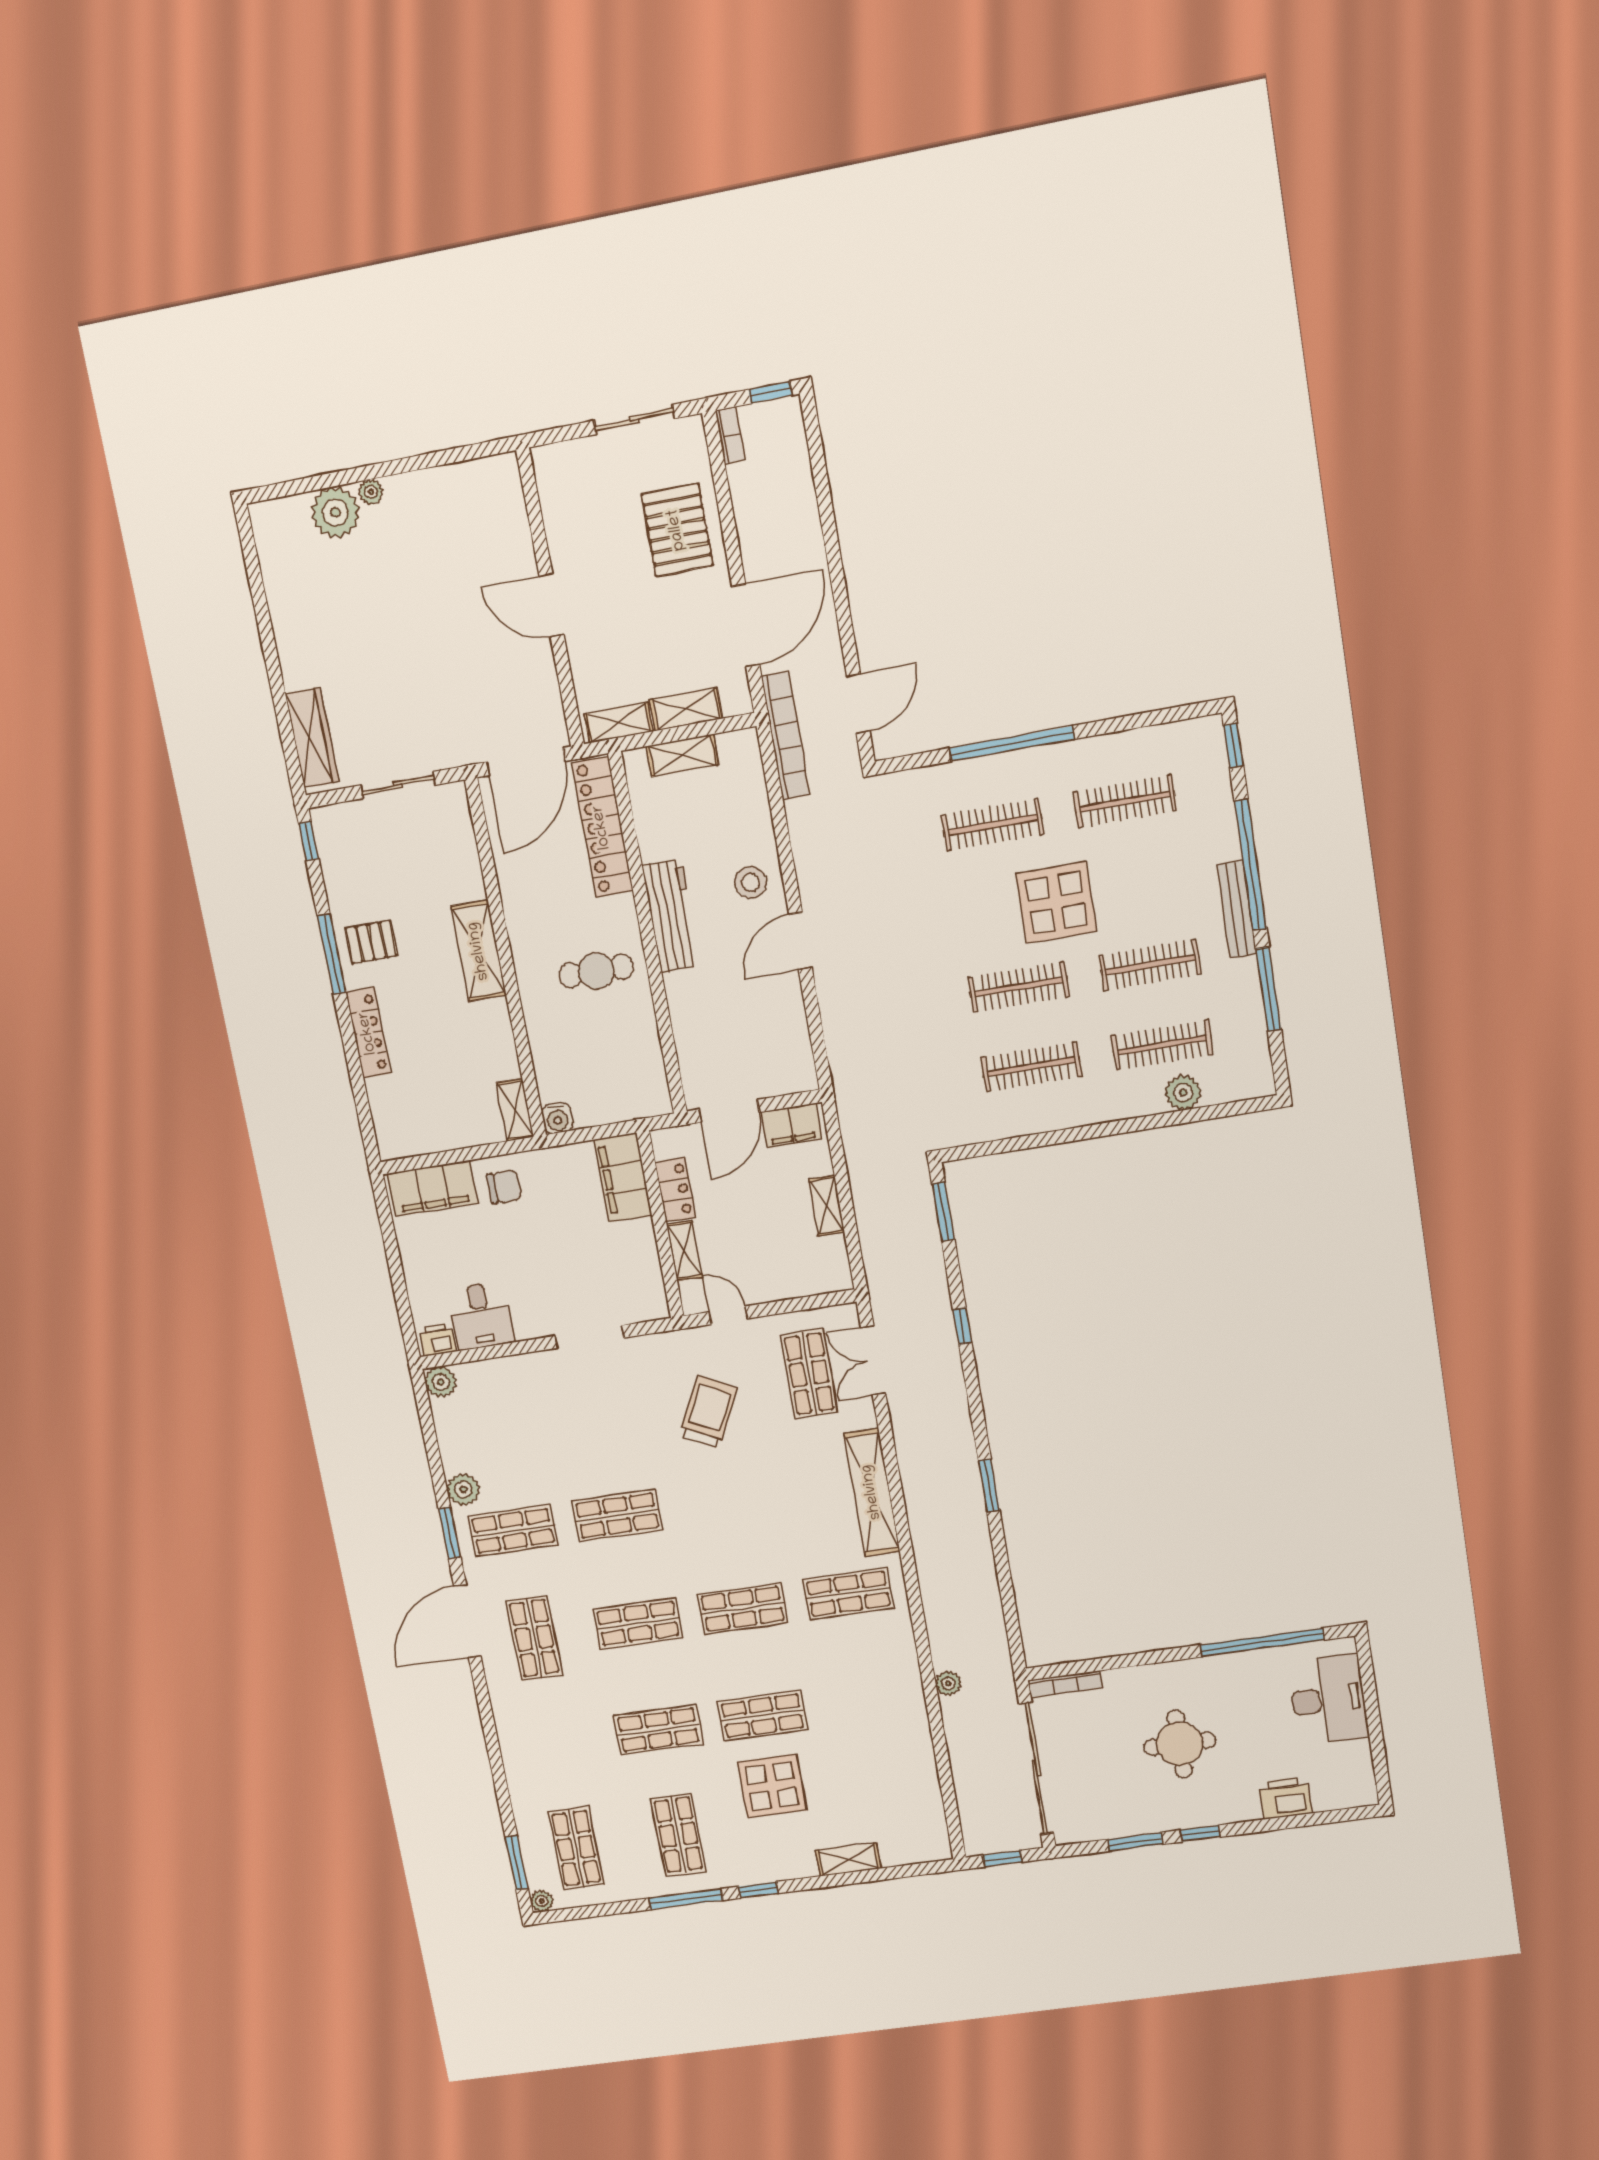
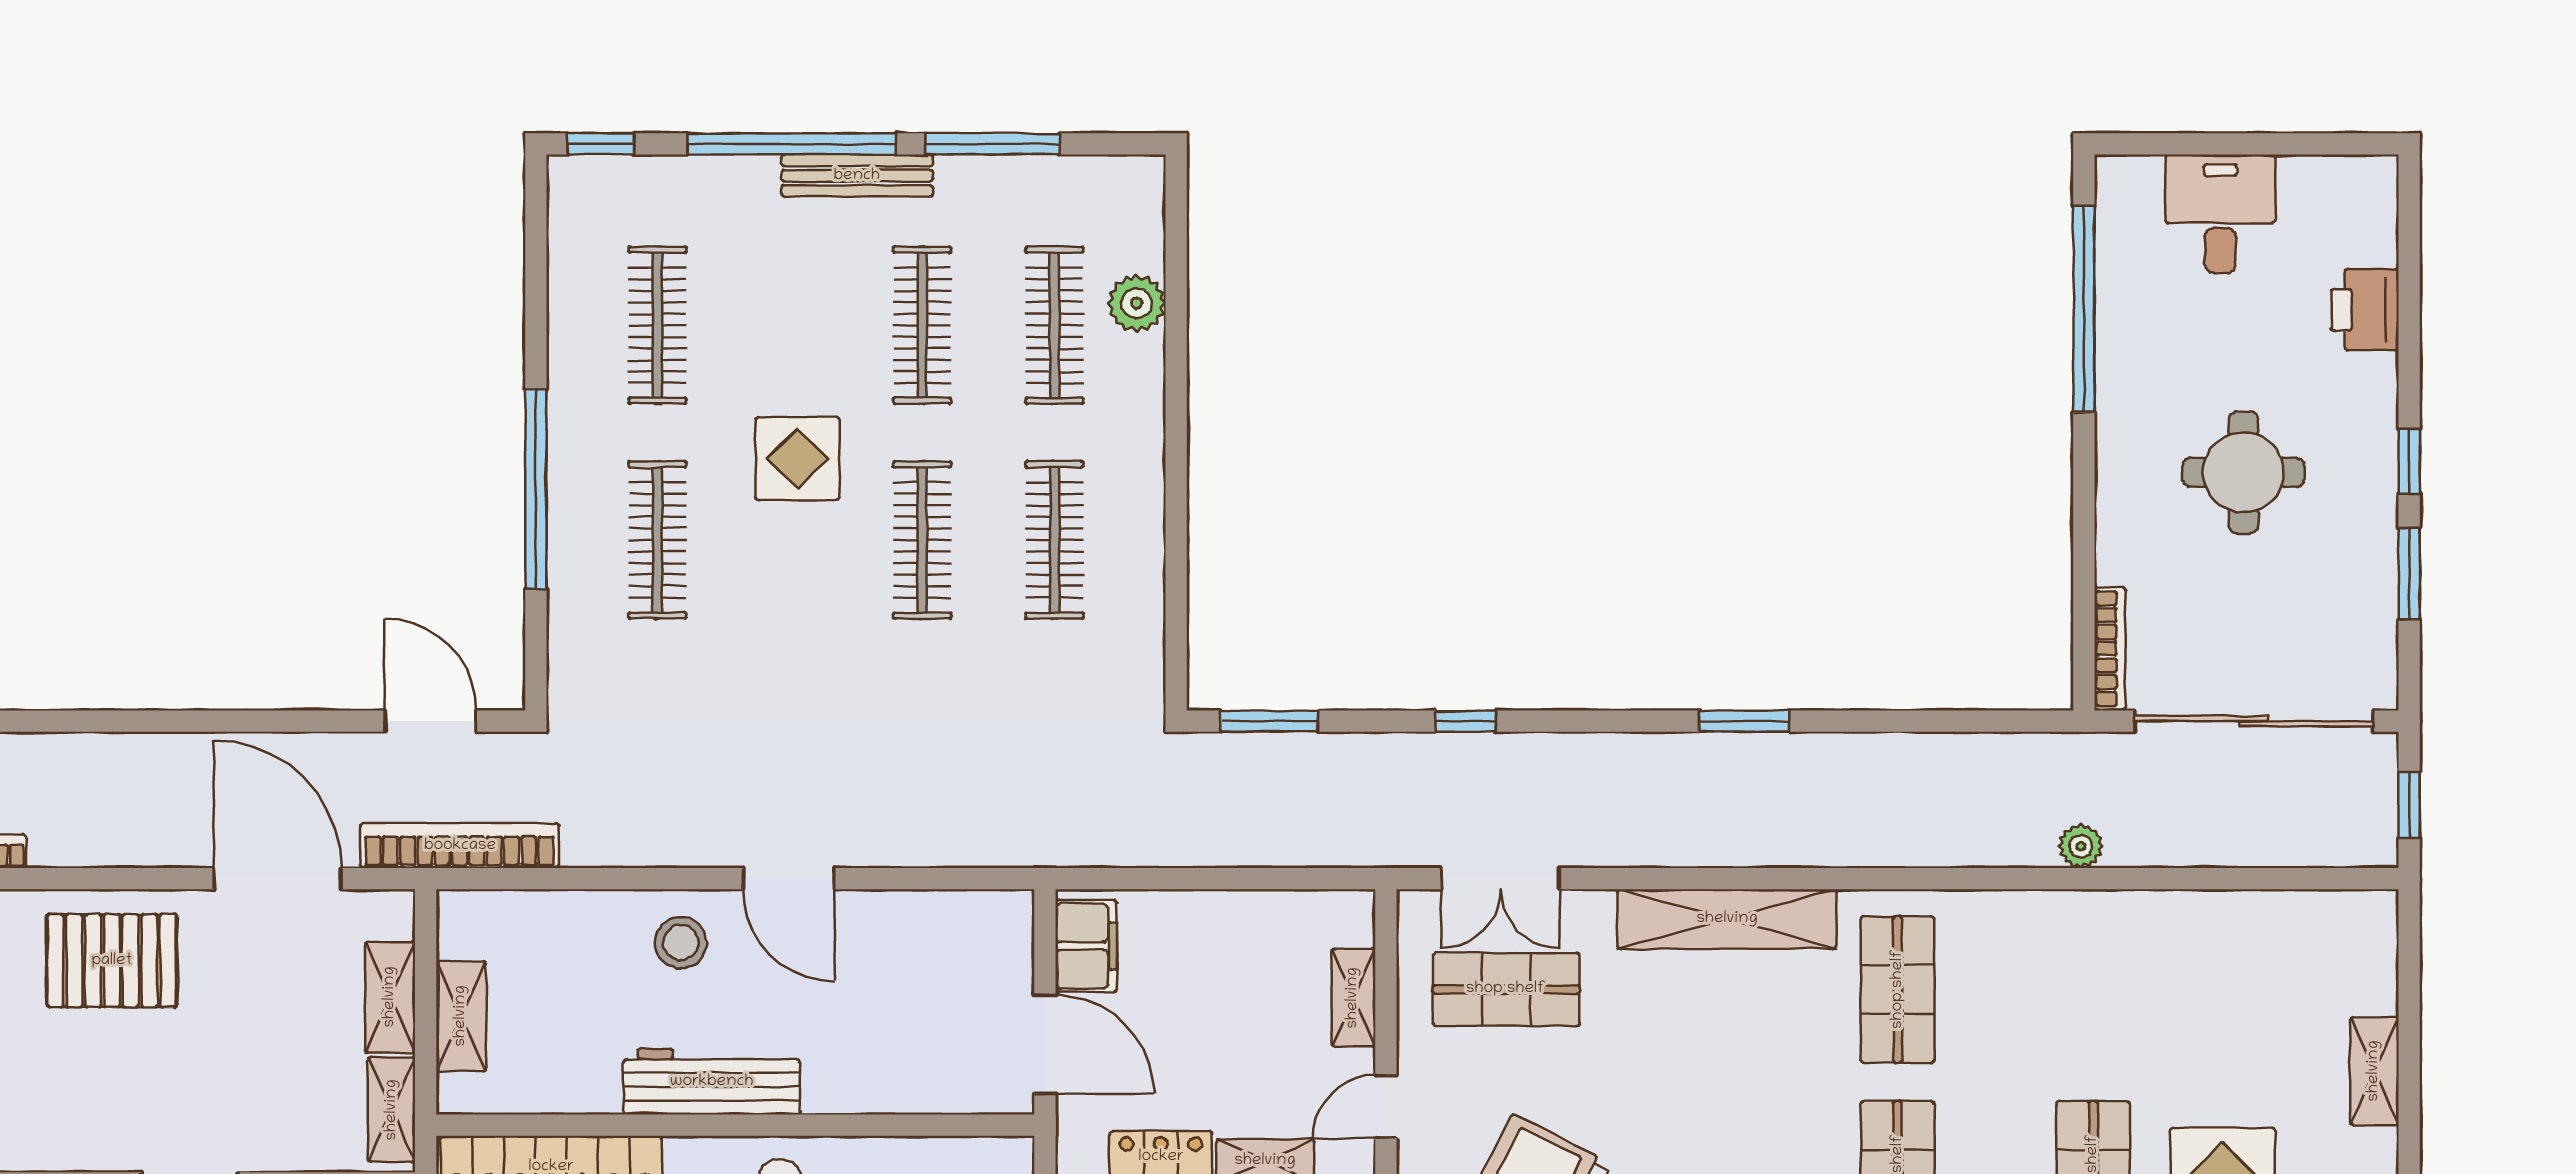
display table: (1056, 902) -> (797, 458), width x0.73, depth x0.73
shelving: (827, 1206) -> (1353, 998), moved, turned 90
desk: (1328, 1699) -> (2220, 214), width x0.73

